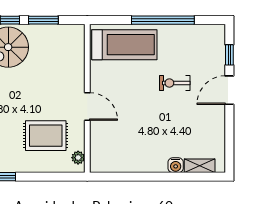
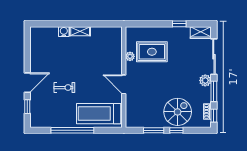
door: (87, 106) -> (124, 84), moved
plant: (78, 158) -> (130, 56), moved
shelving: (200, 166) -> (80, 31), moved

